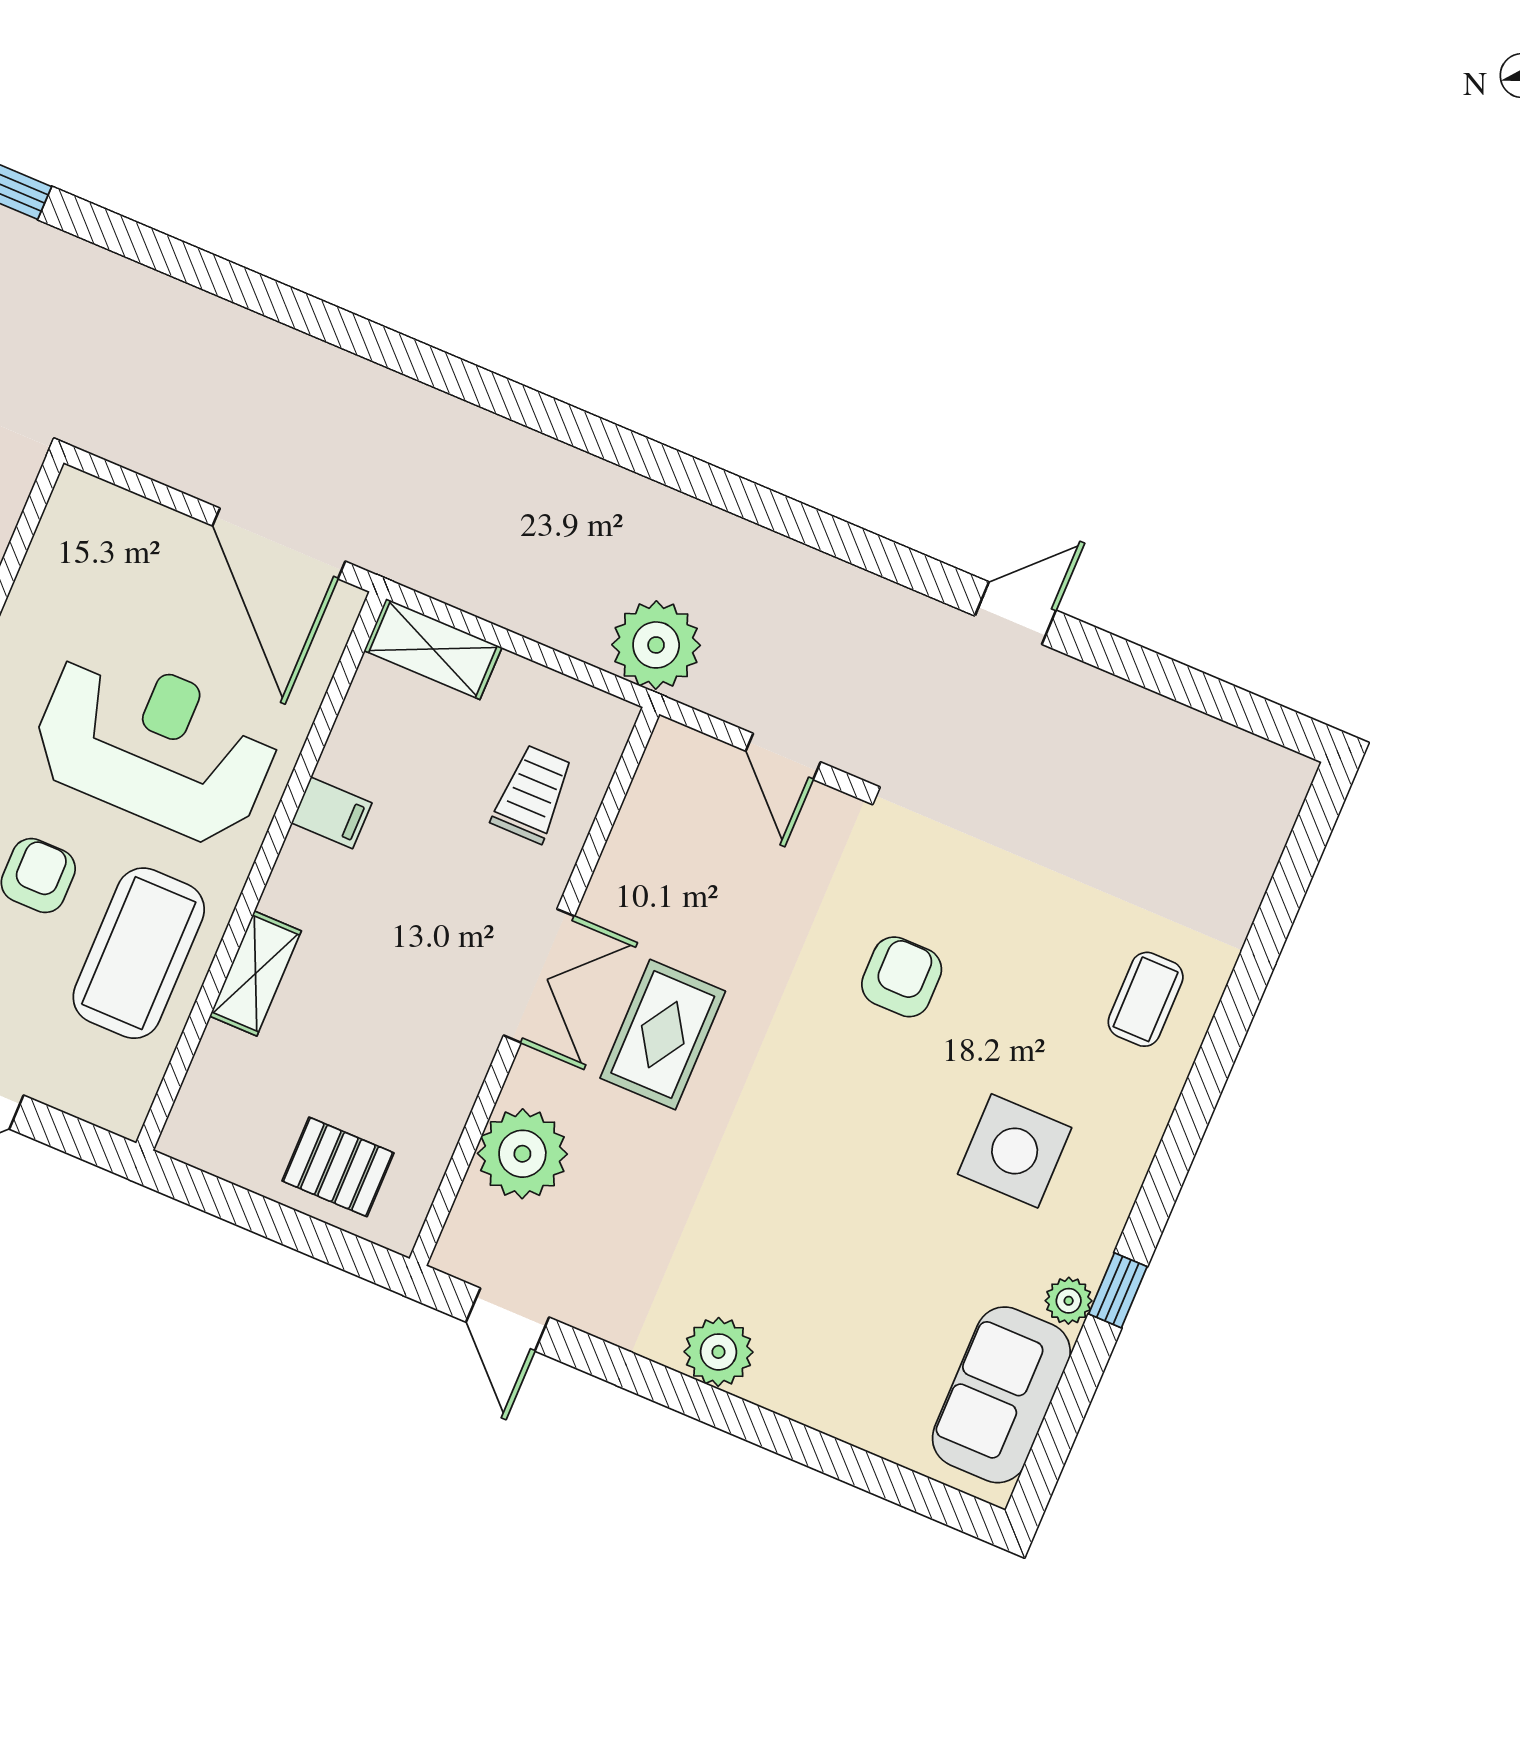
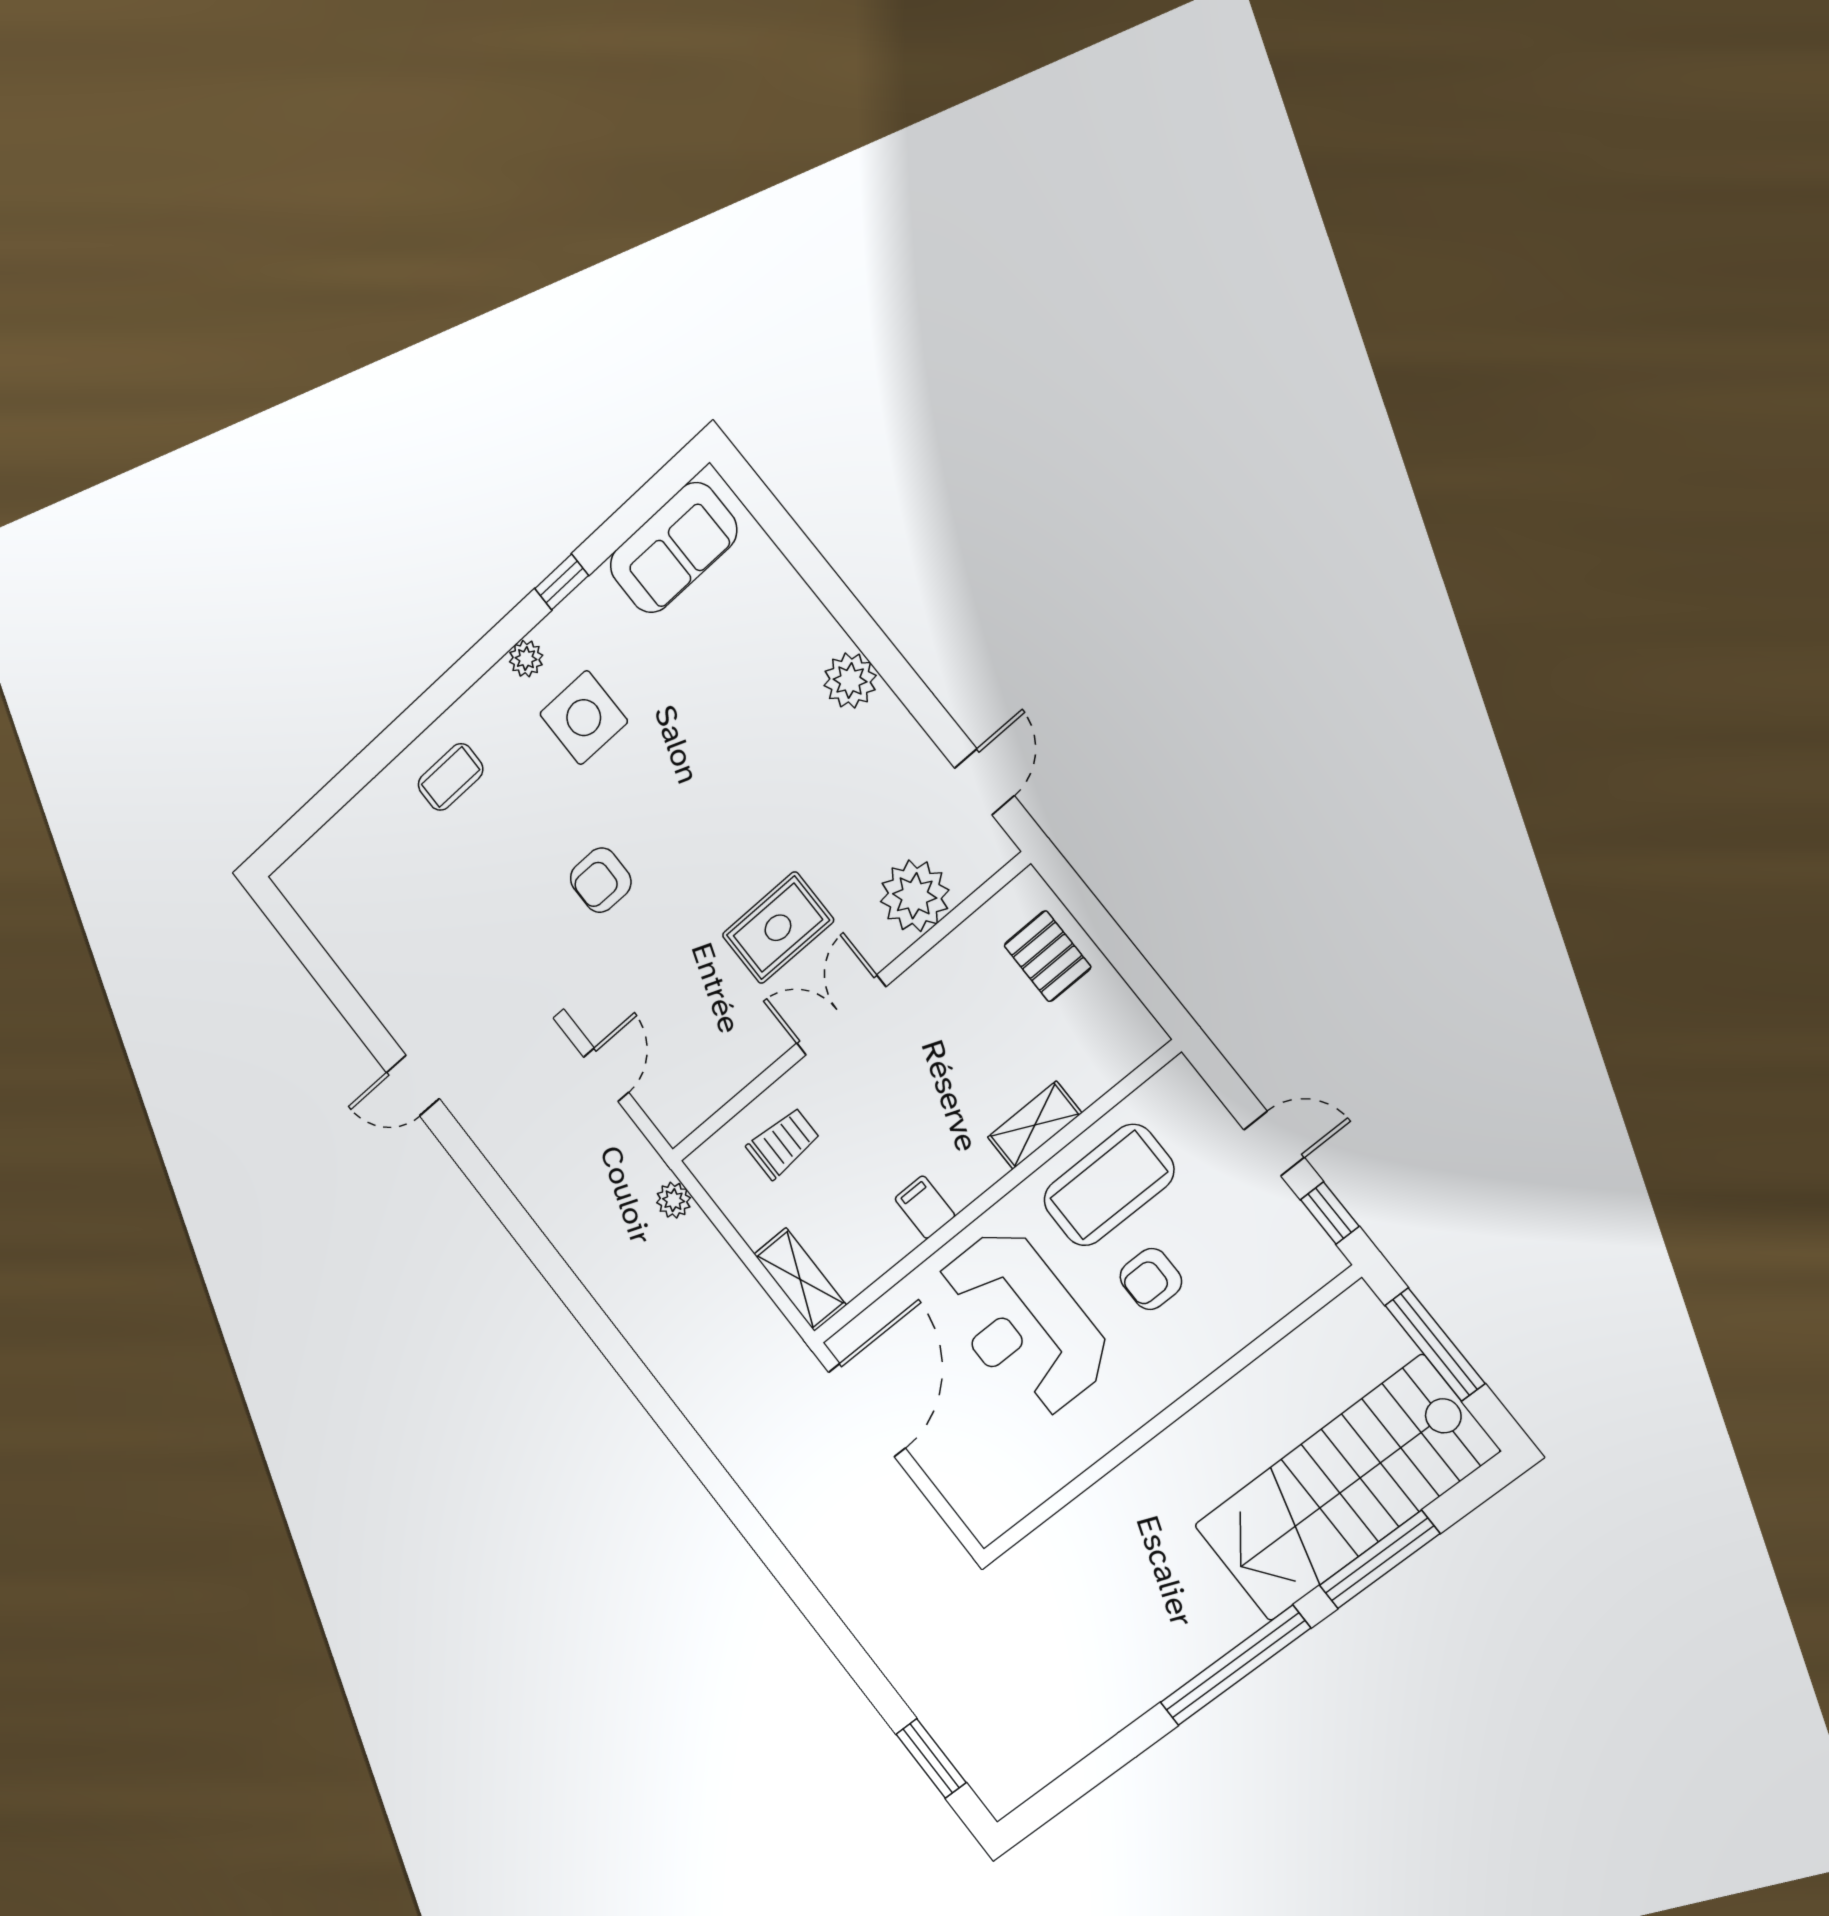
plant: (656, 645) -> (674, 1200), width x0.53, depth x0.53
trolley: (532, 794) -> (783, 1143), turned 180
plant: (1069, 1301) -> (526, 659), moved

